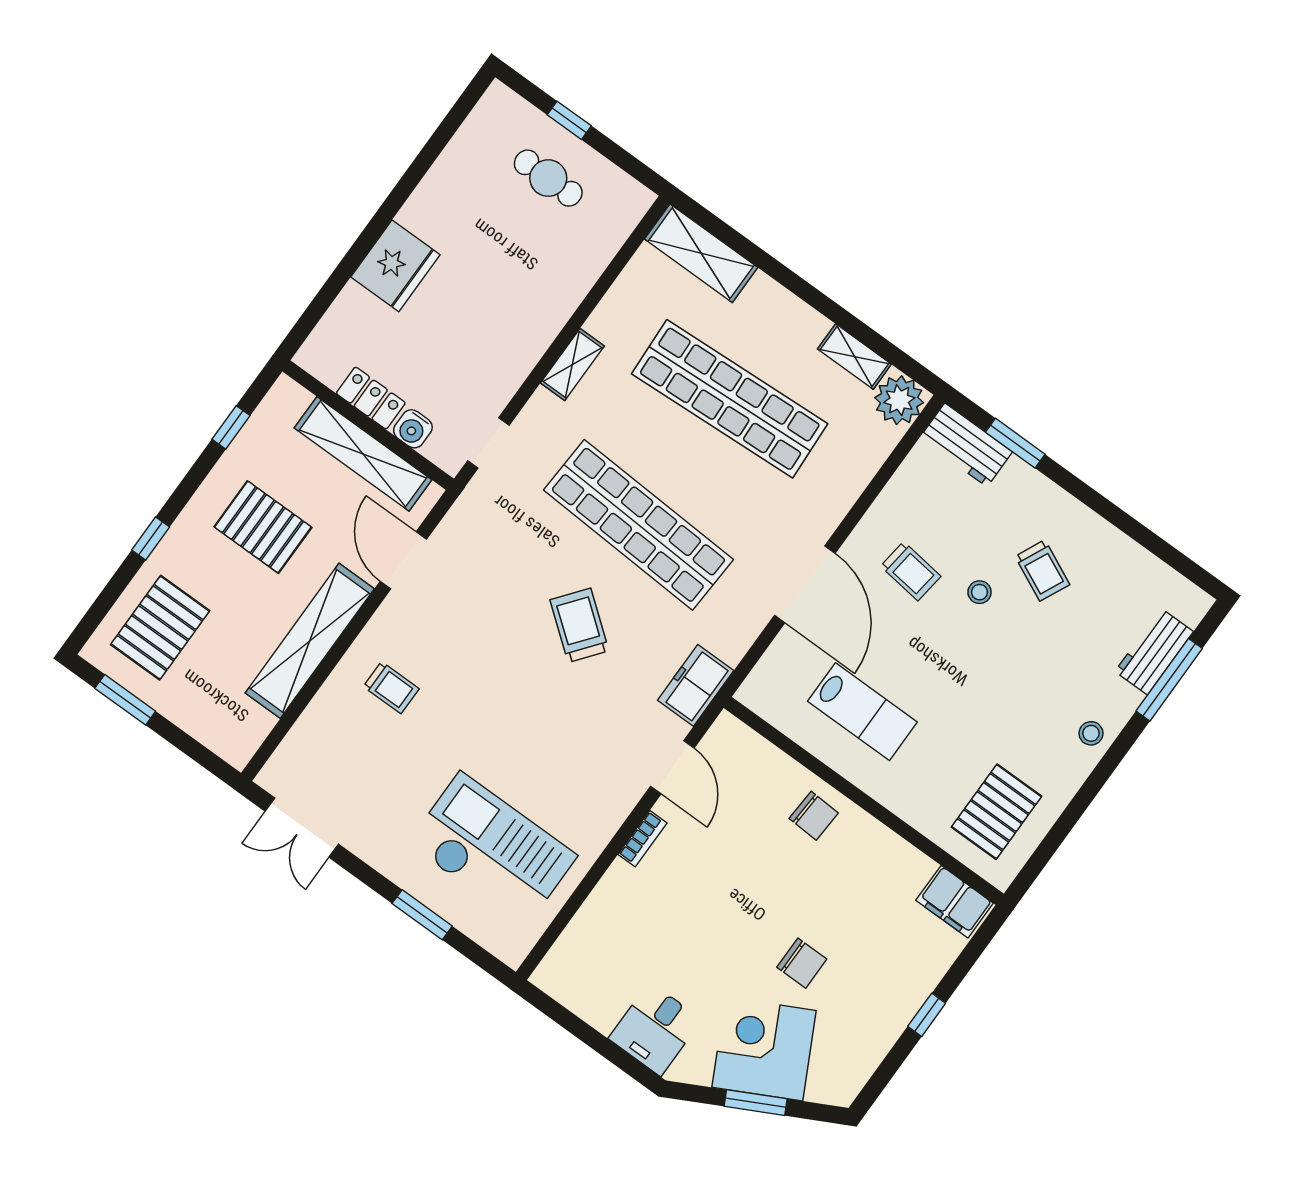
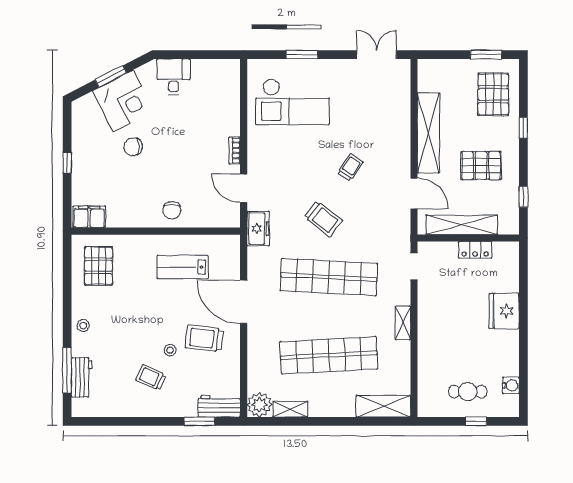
water cooler: (413, 429) -> (511, 385), moved, turned 90
trolley: (911, 571) -> (204, 338), width x1.36, depth x1.39
trolley: (391, 688) -> (350, 167), moved, turned 124
chair: (814, 816) -> (172, 210), turned -93

